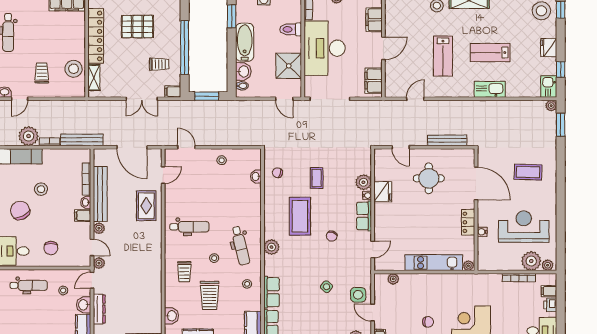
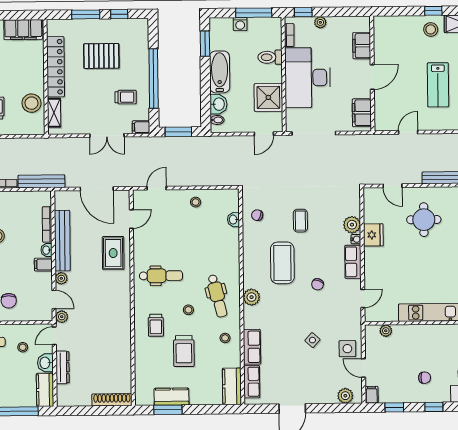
door: (284, 99) -> (264, 134), hinge flipped
door: (186, 147) -> (157, 188), hinge flipped
washbasin: (171, 316) -> (142, 374), removed

